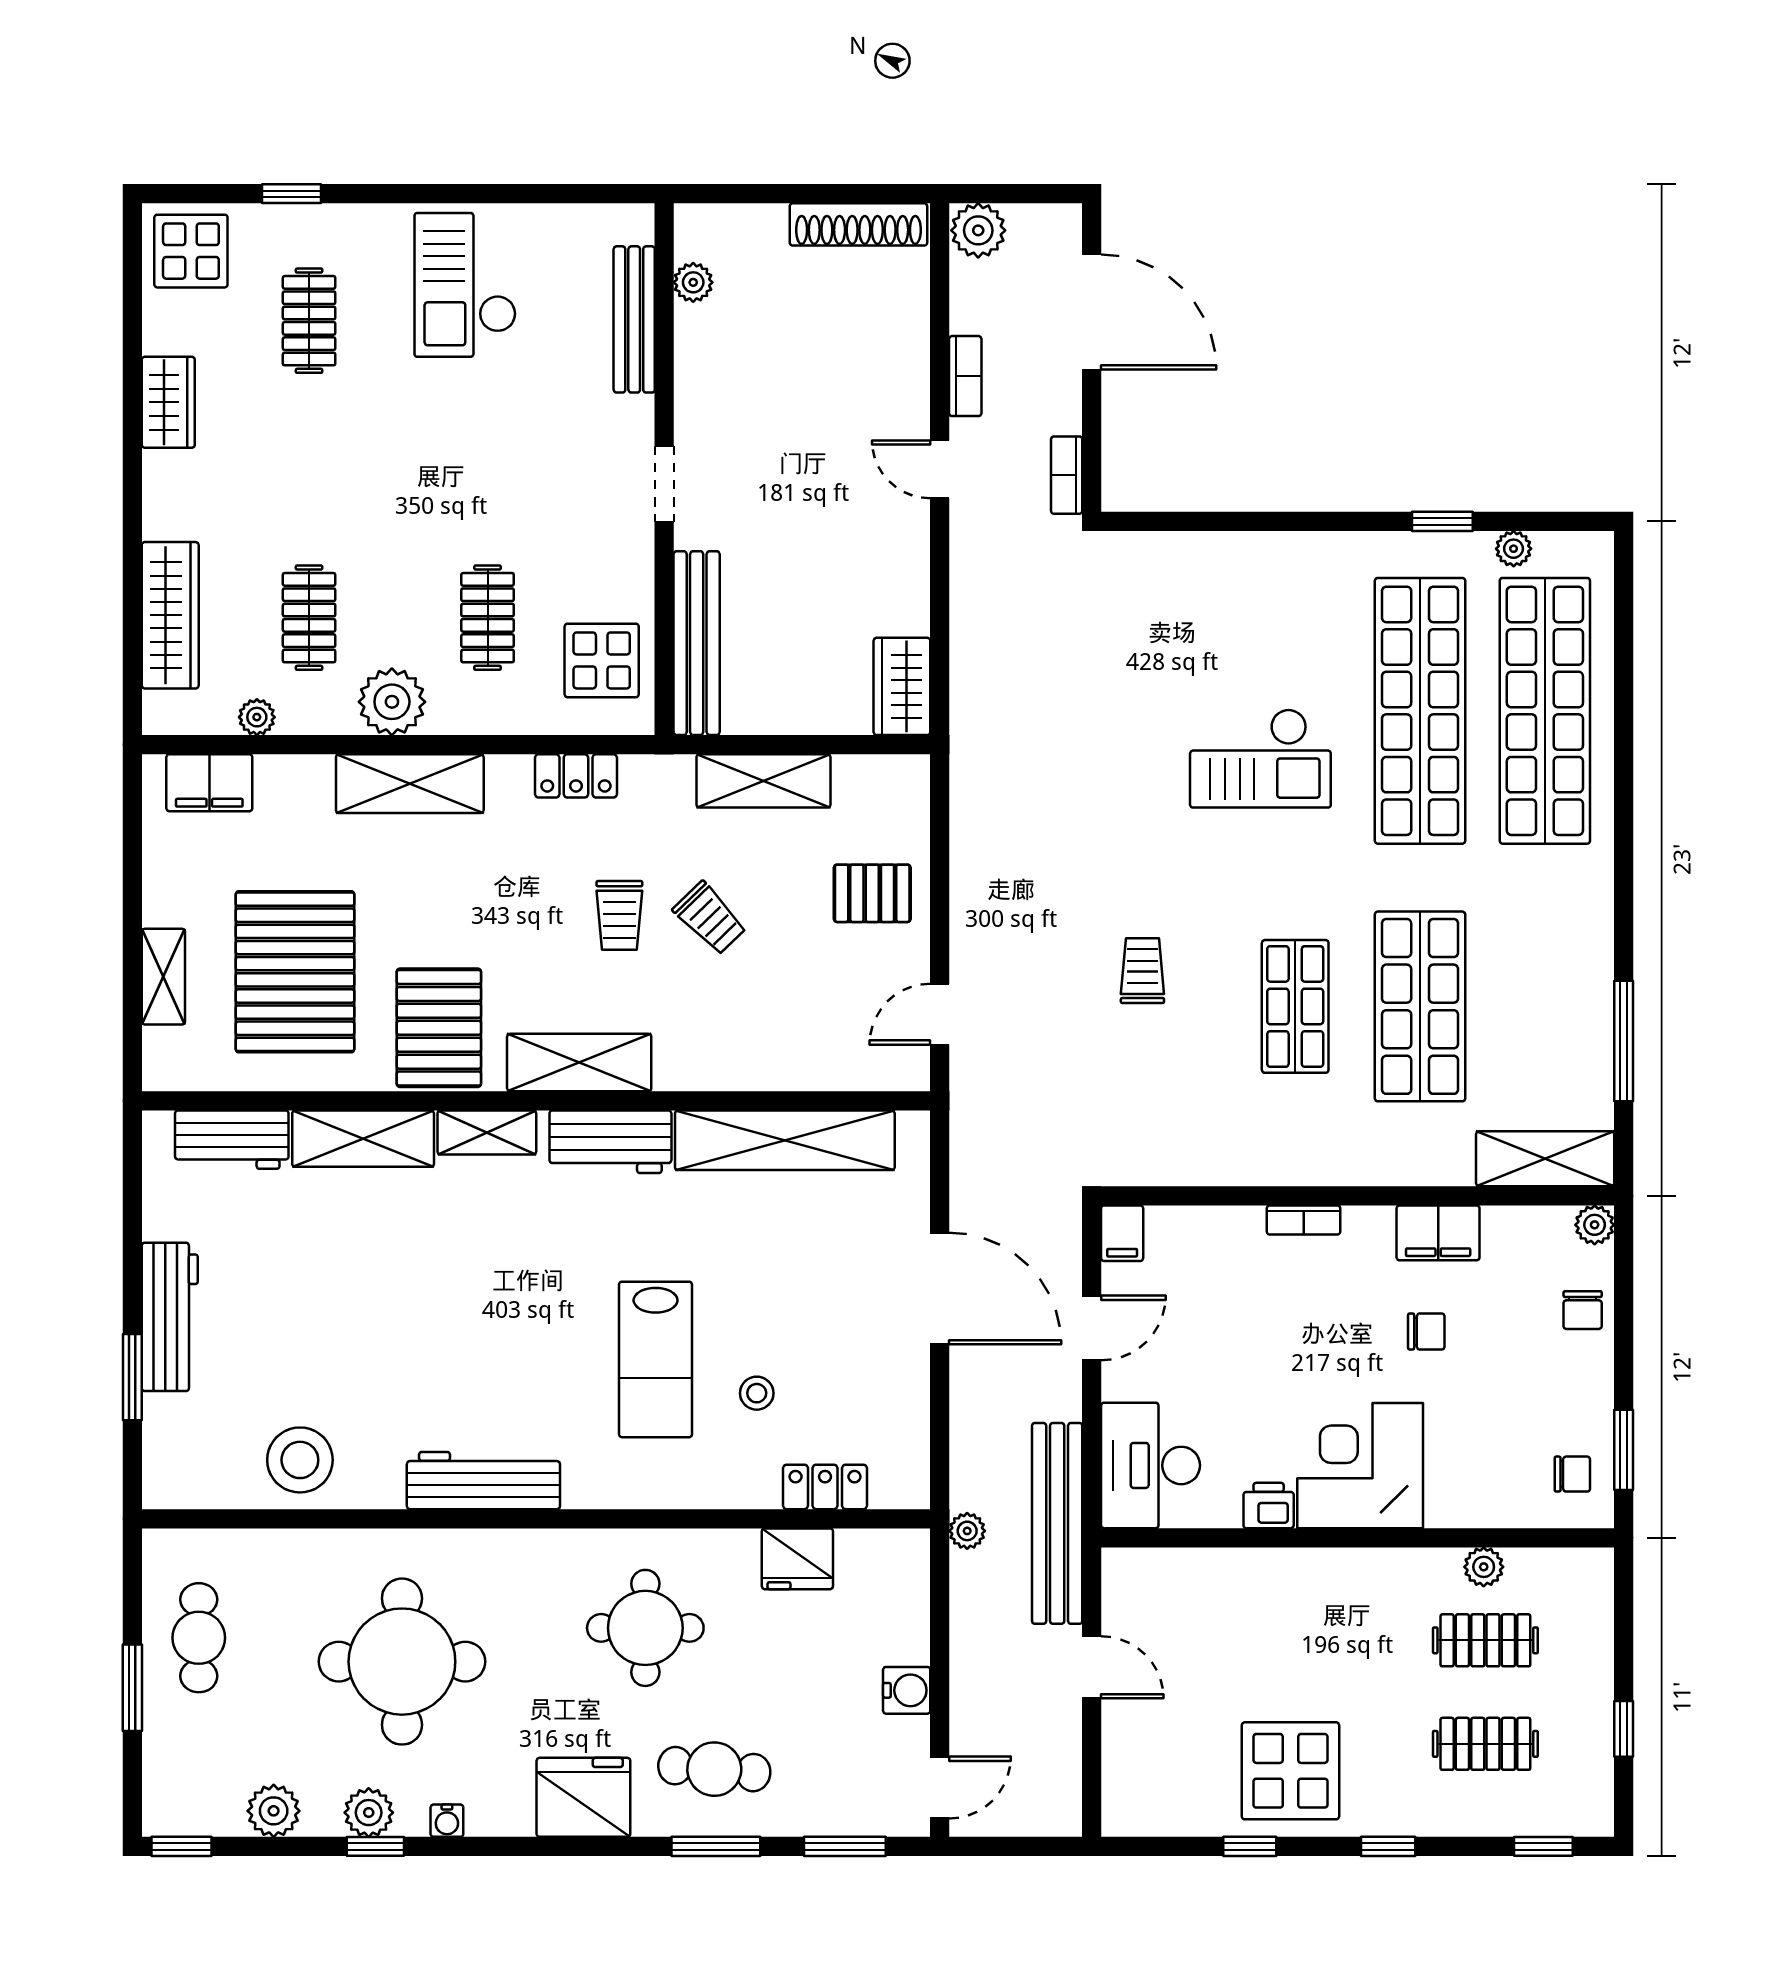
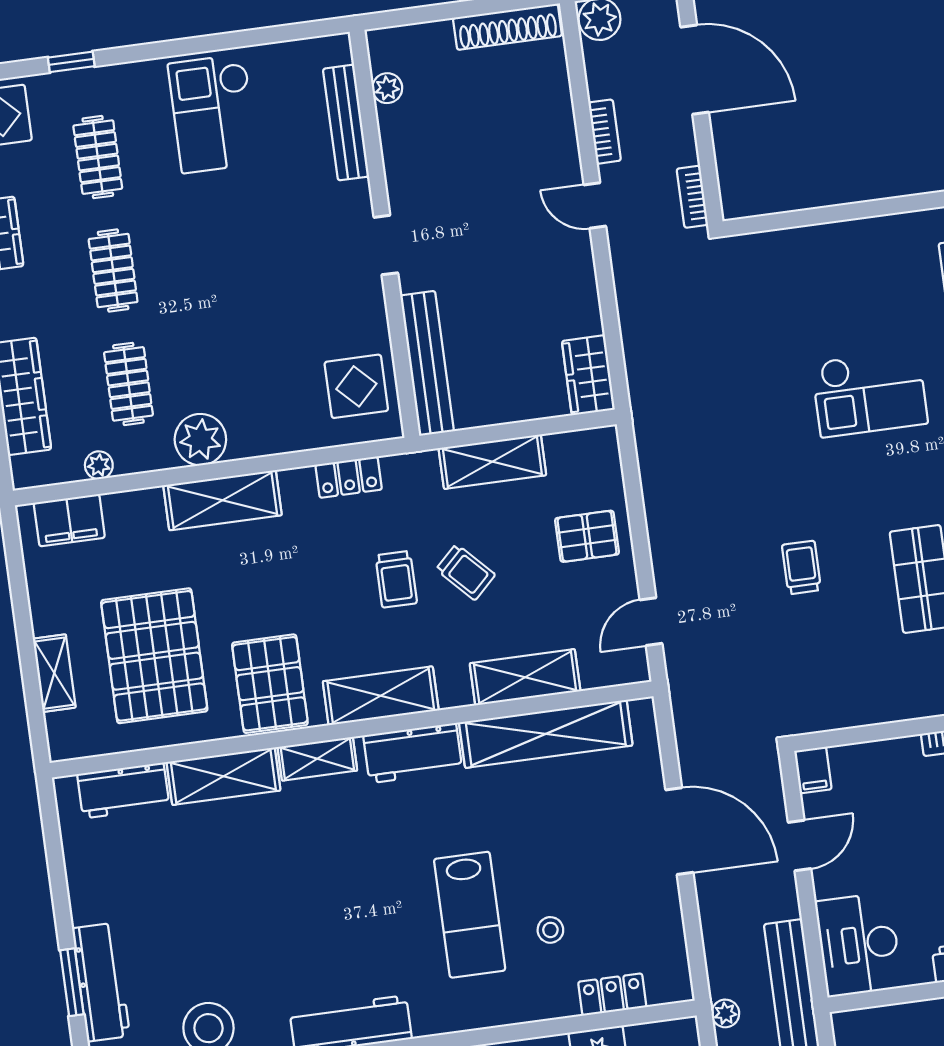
clothes rail: (488, 618) -> (113, 270), moved
shelving: (768, 1064) -> (525, 677), added
workbench: (170, 1317) -> (101, 982), moved

